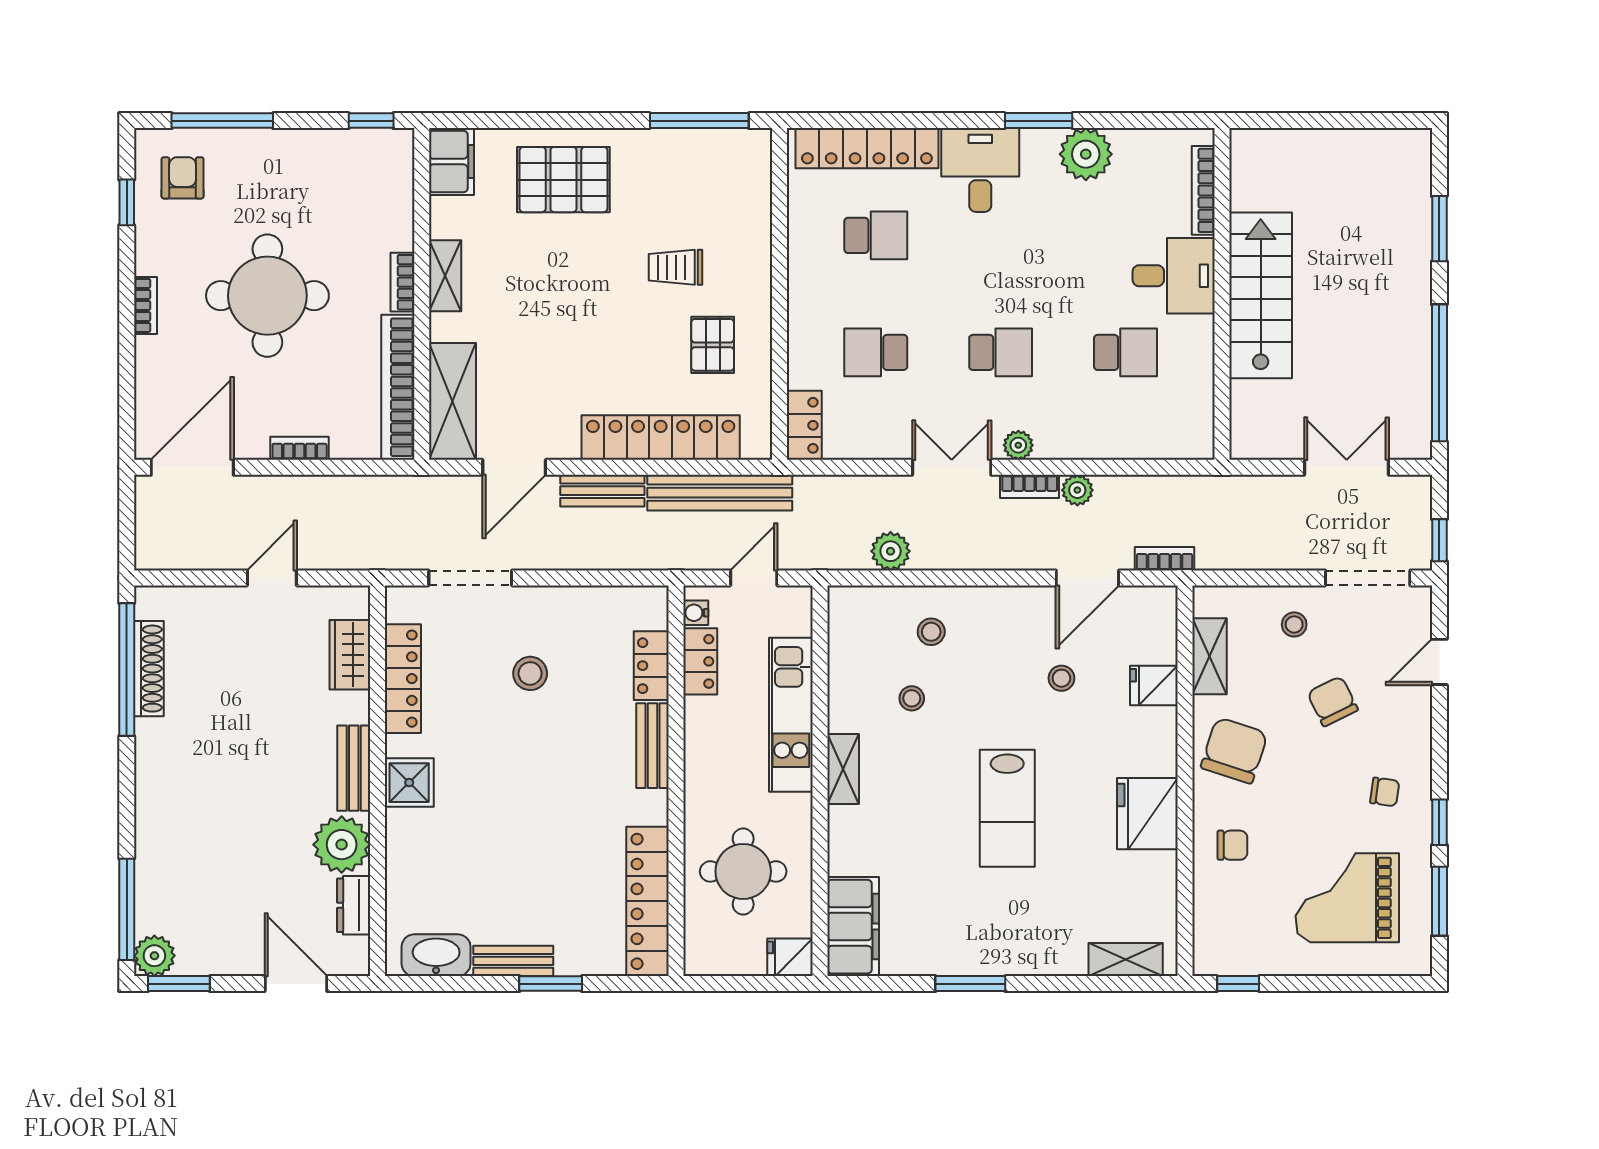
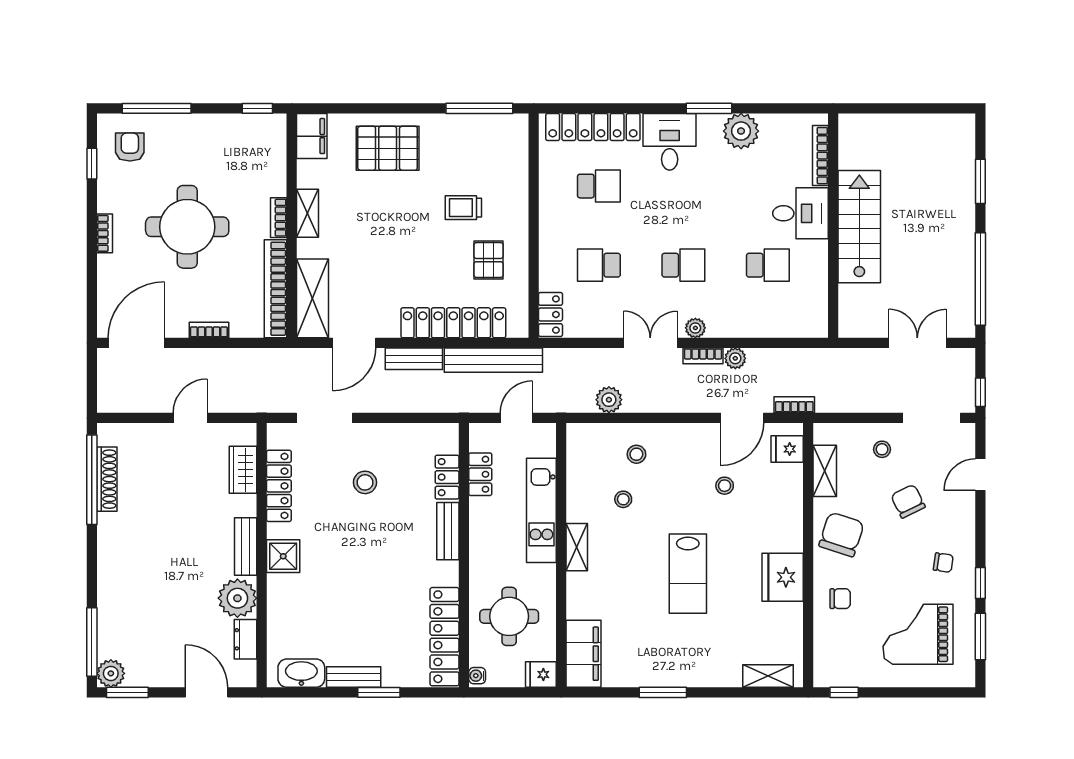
water cooler: (696, 613) -> (477, 676), moved
fridge: (1154, 685) -> (787, 449), moved

